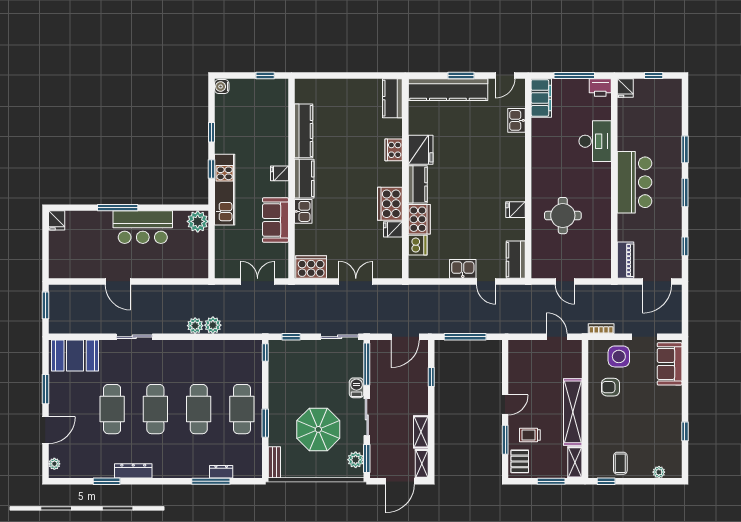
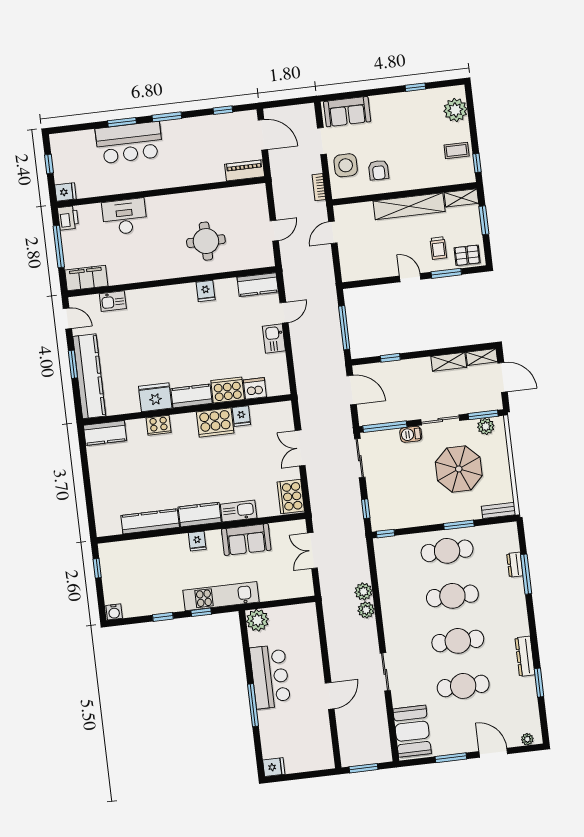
bar counter: (634, 182) -> (129, 143), moved, turned 180
kitchen sink: (303, 211) -> (239, 511), width x1.38
plant: (659, 472) -> (455, 110), width x1.87, depth x1.87

